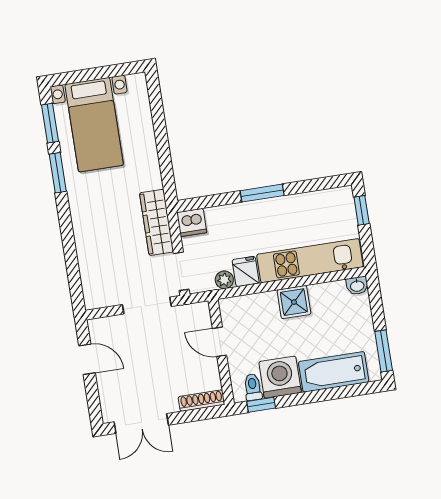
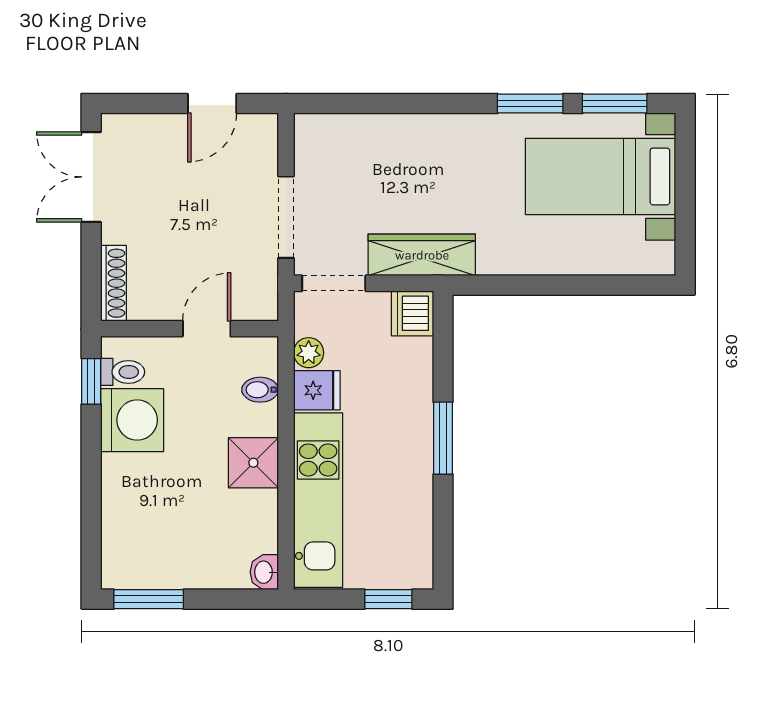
bidet: (250, 305) -> (260, 390), added
bathtub: (334, 372) -> (127, 511), removed

